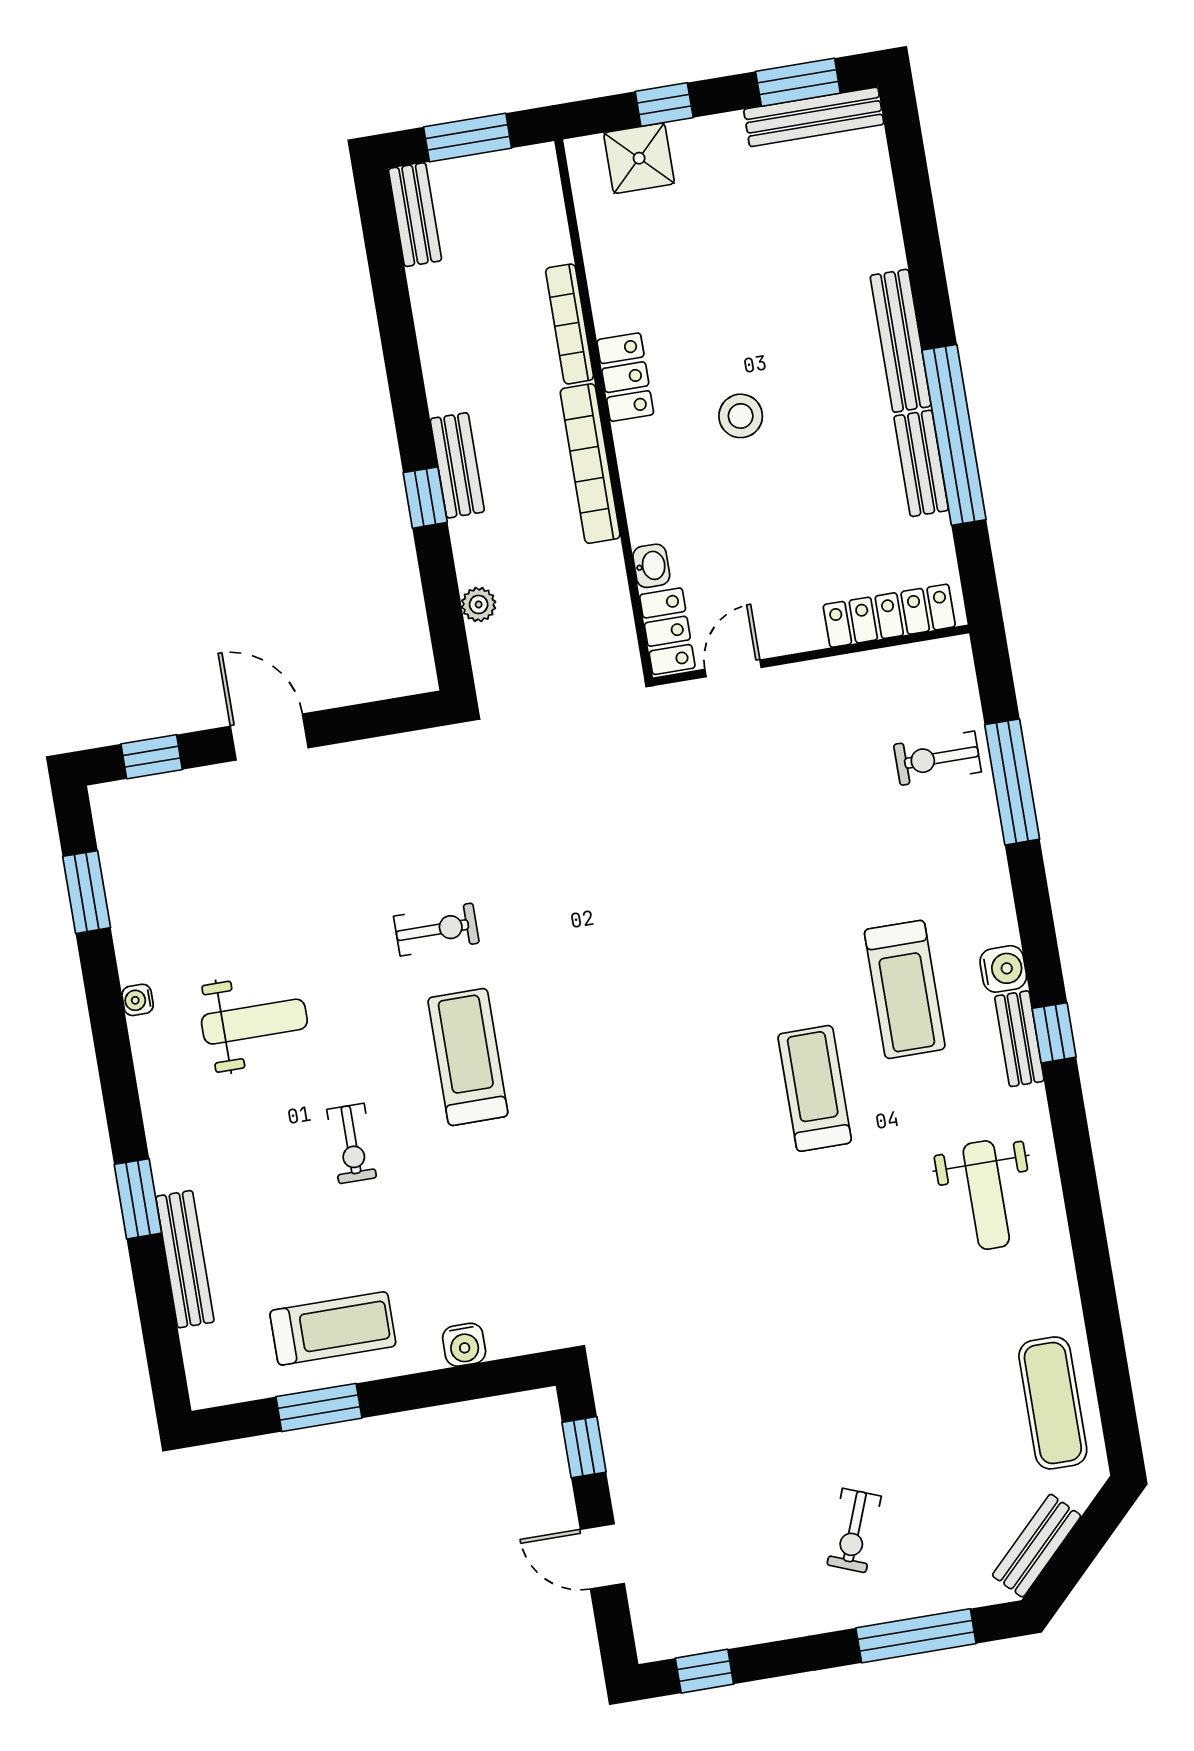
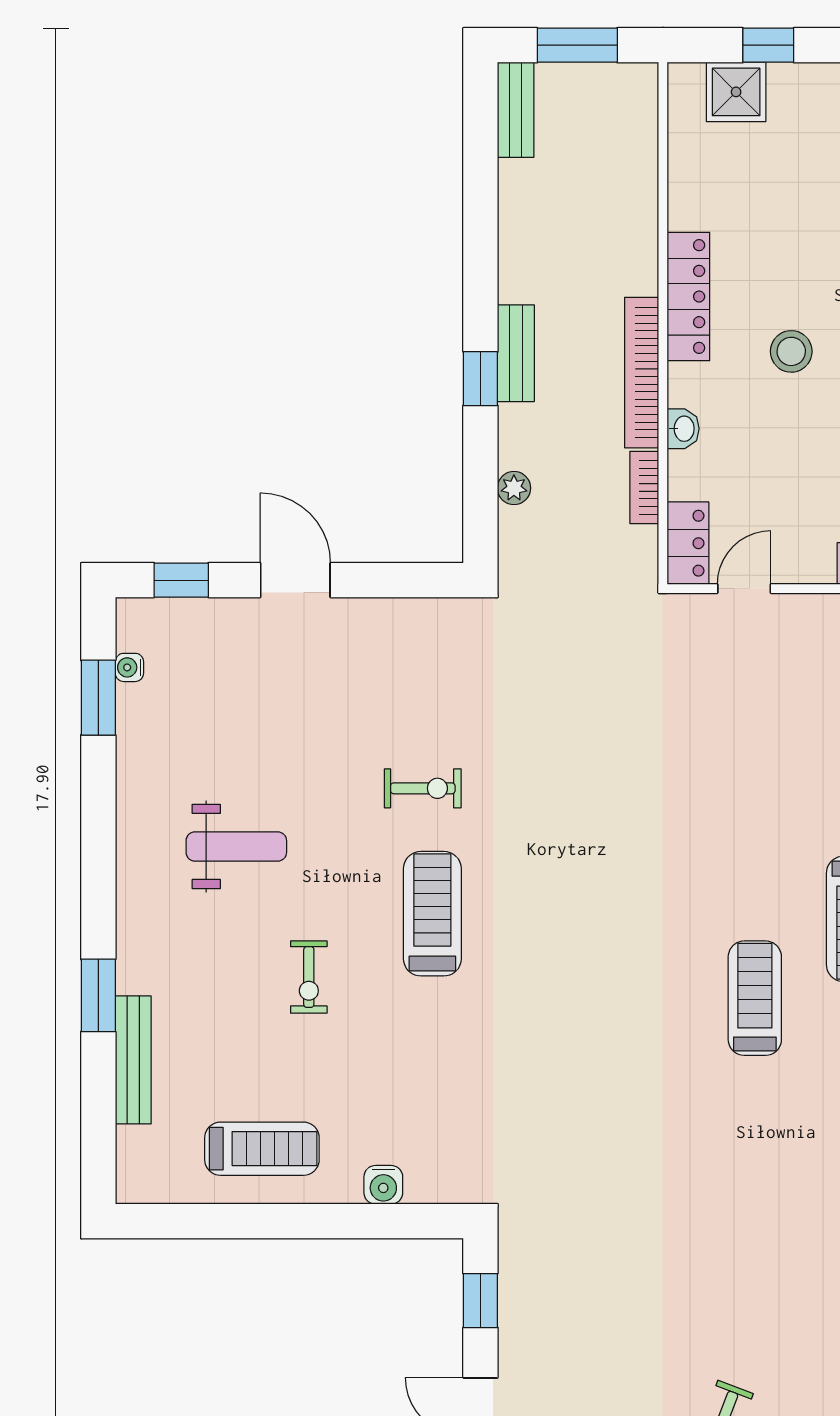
bookcase: (570, 324) -> (644, 487), moved, width x0.64
locker: (625, 377) -> (688, 297), width x1.53
washbasin: (651, 566) -> (683, 429), moved
water cooler: (138, 1000) -> (129, 667), moved
window: (319, 1407) -> (236, 1221), removed

